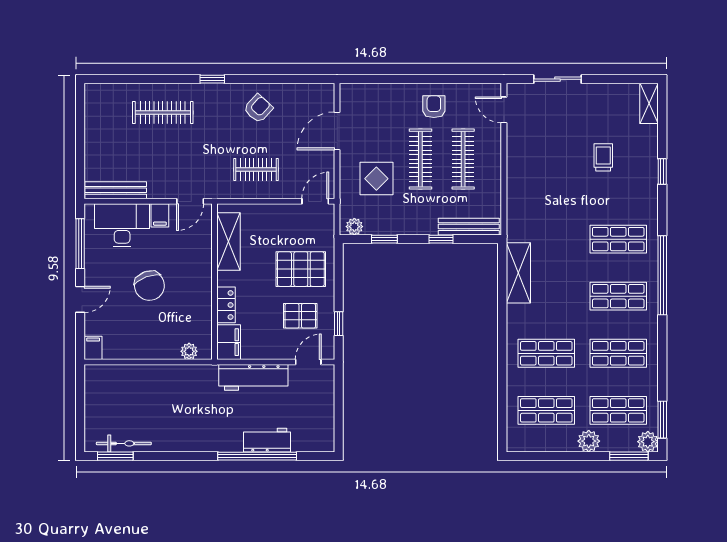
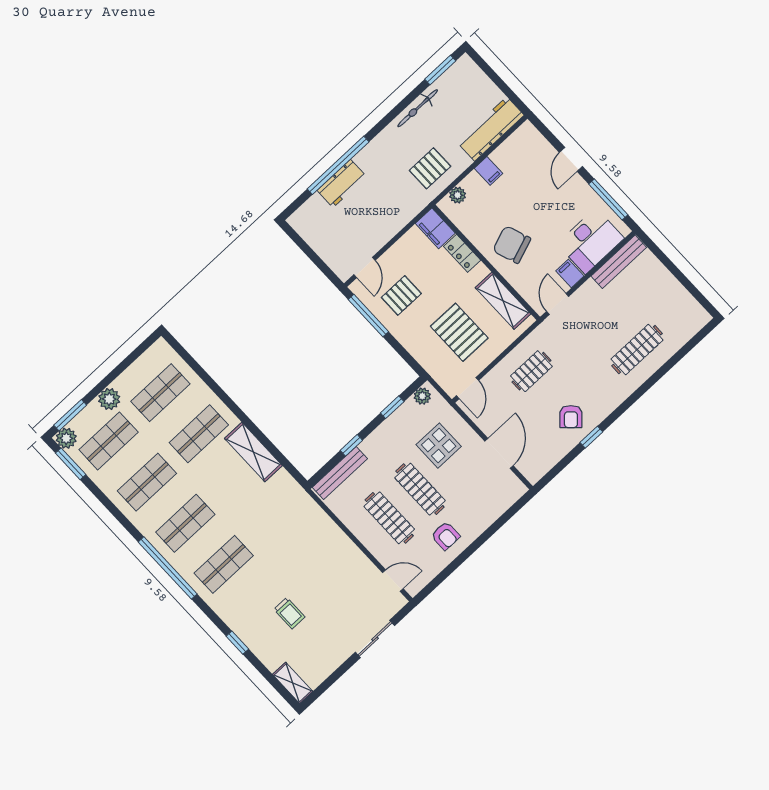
window: (212, 79) -> (591, 437), moved
pallet: (301, 269) -> (459, 332), moved, turned 90
shelving: (518, 273) -> (253, 452), moved
chair: (149, 286) -> (512, 245), moved
window: (339, 324) -> (368, 316), width x2.17
filing cabinet: (93, 348) -> (489, 171), moved
workbench: (253, 377) -> (491, 129), moved
pallet: (191, 390) -> (430, 168), added
bicycle: (124, 443) -> (418, 108), moved

